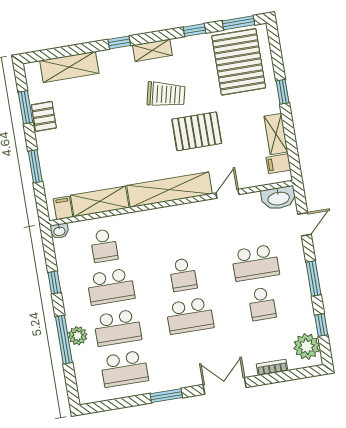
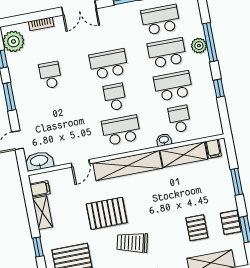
pallet: (86, 111) -> (197, 228), added
washbasin: (59, 231) -> (164, 140), moved
school desk: (255, 263) -> (121, 130), moved

